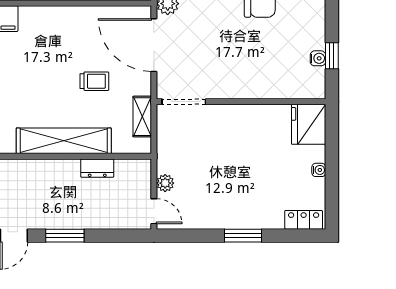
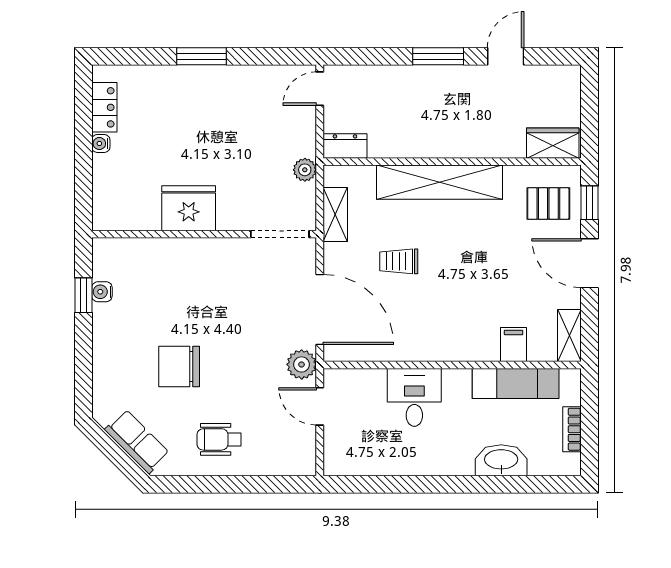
fridge: (309, 124) -> (189, 208), moved, turned -90
dresser: (97, 168) -> (345, 146), moved
plant: (165, 183) -> (305, 170), moved
door: (154, 211) -> (320, 89), hinge flipped
locker: (304, 220) -> (104, 107), moved, turned -90

